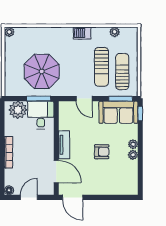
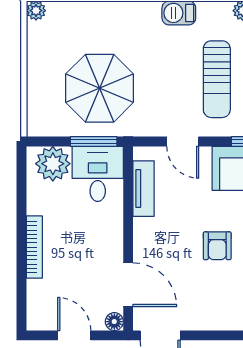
tv unit: (64, 145) -> (144, 189), moved
armchair: (102, 152) -> (217, 246), turned 90
floor lamp: (9, 190) -> (114, 322), moved
door: (29, 197) -> (74, 335), hinge flipped

